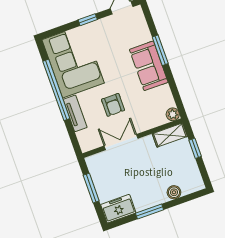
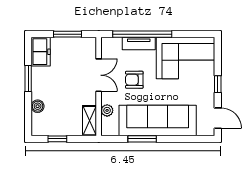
window: (160, 50) -> (142, 139), moved
sofa: (149, 66) -> (158, 121), width x1.85, depth x1.27
window: (56, 90) -> (142, 34), moved
plant: (173, 114) -> (107, 110), moved
window: (195, 148) -> (57, 139), moved

